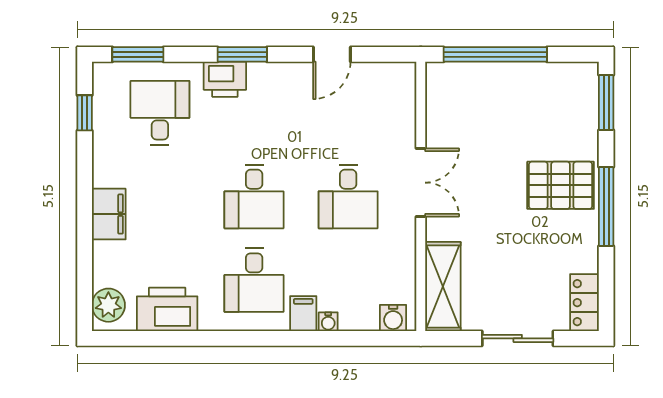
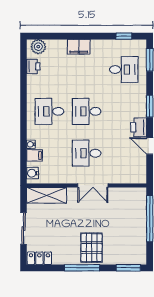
printer: (225, 79) -> (139, 127), moved
printer: (167, 309) -> (33, 66), width x0.53, depth x0.68
filing cabinet: (303, 314) -> (35, 155), moved

